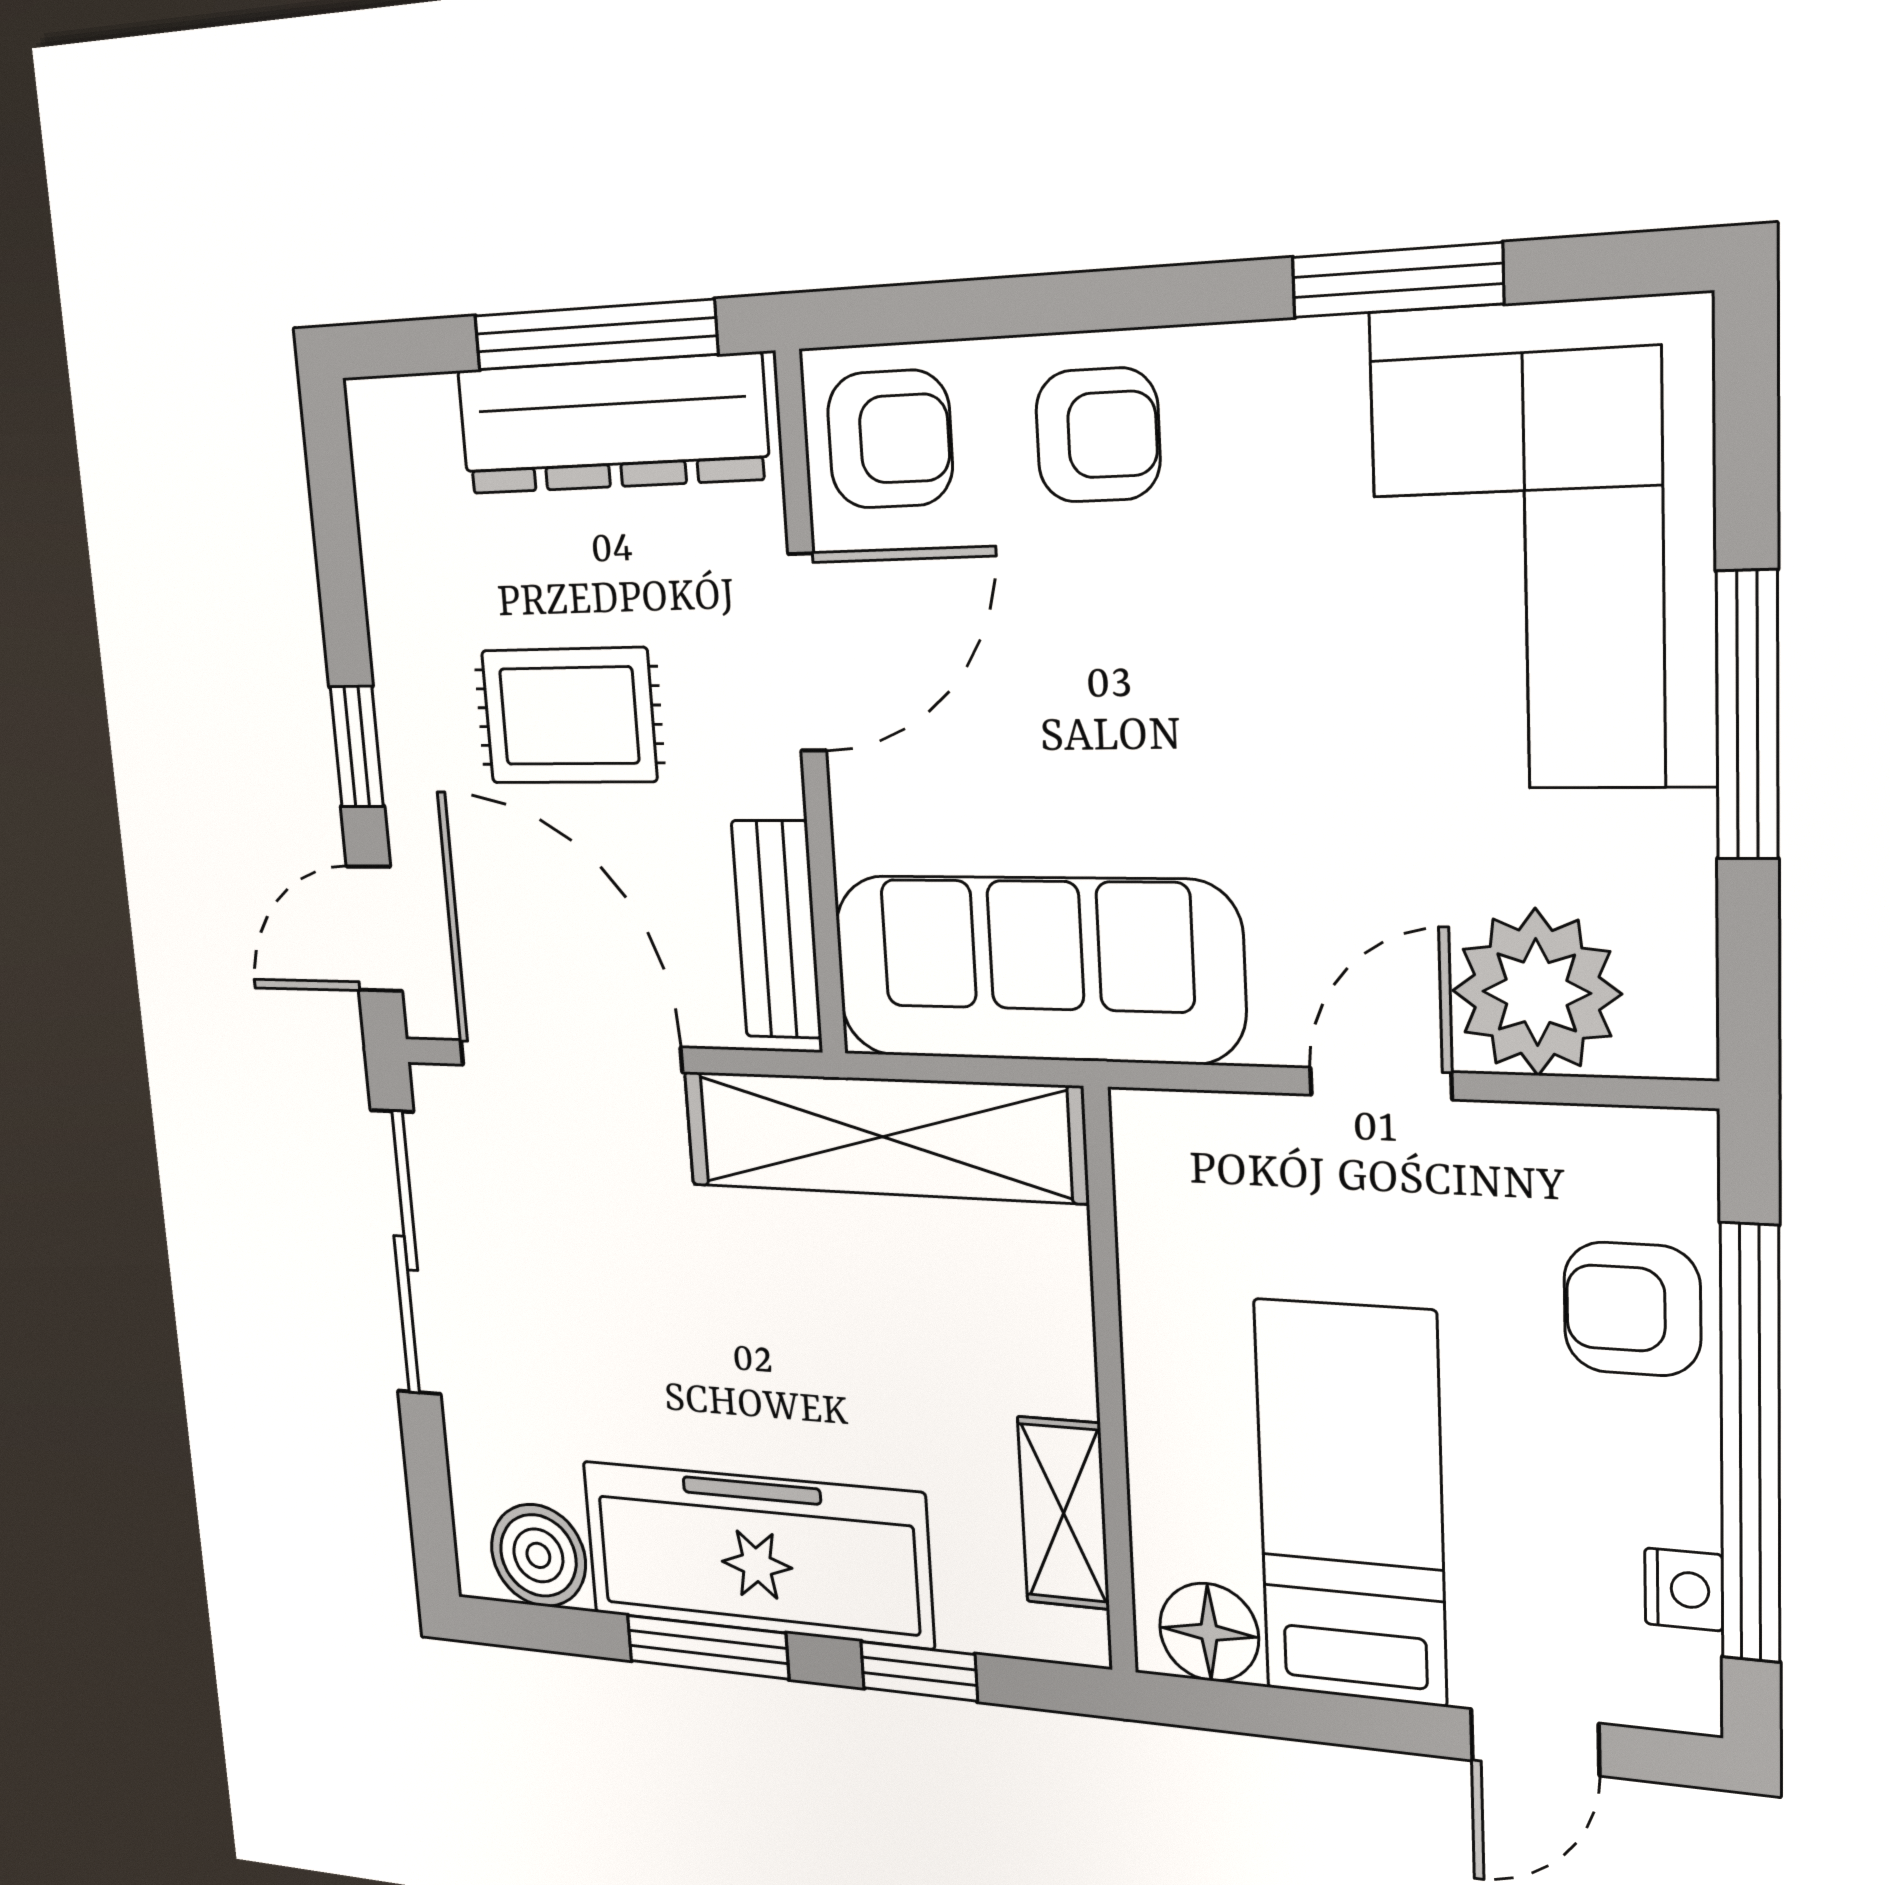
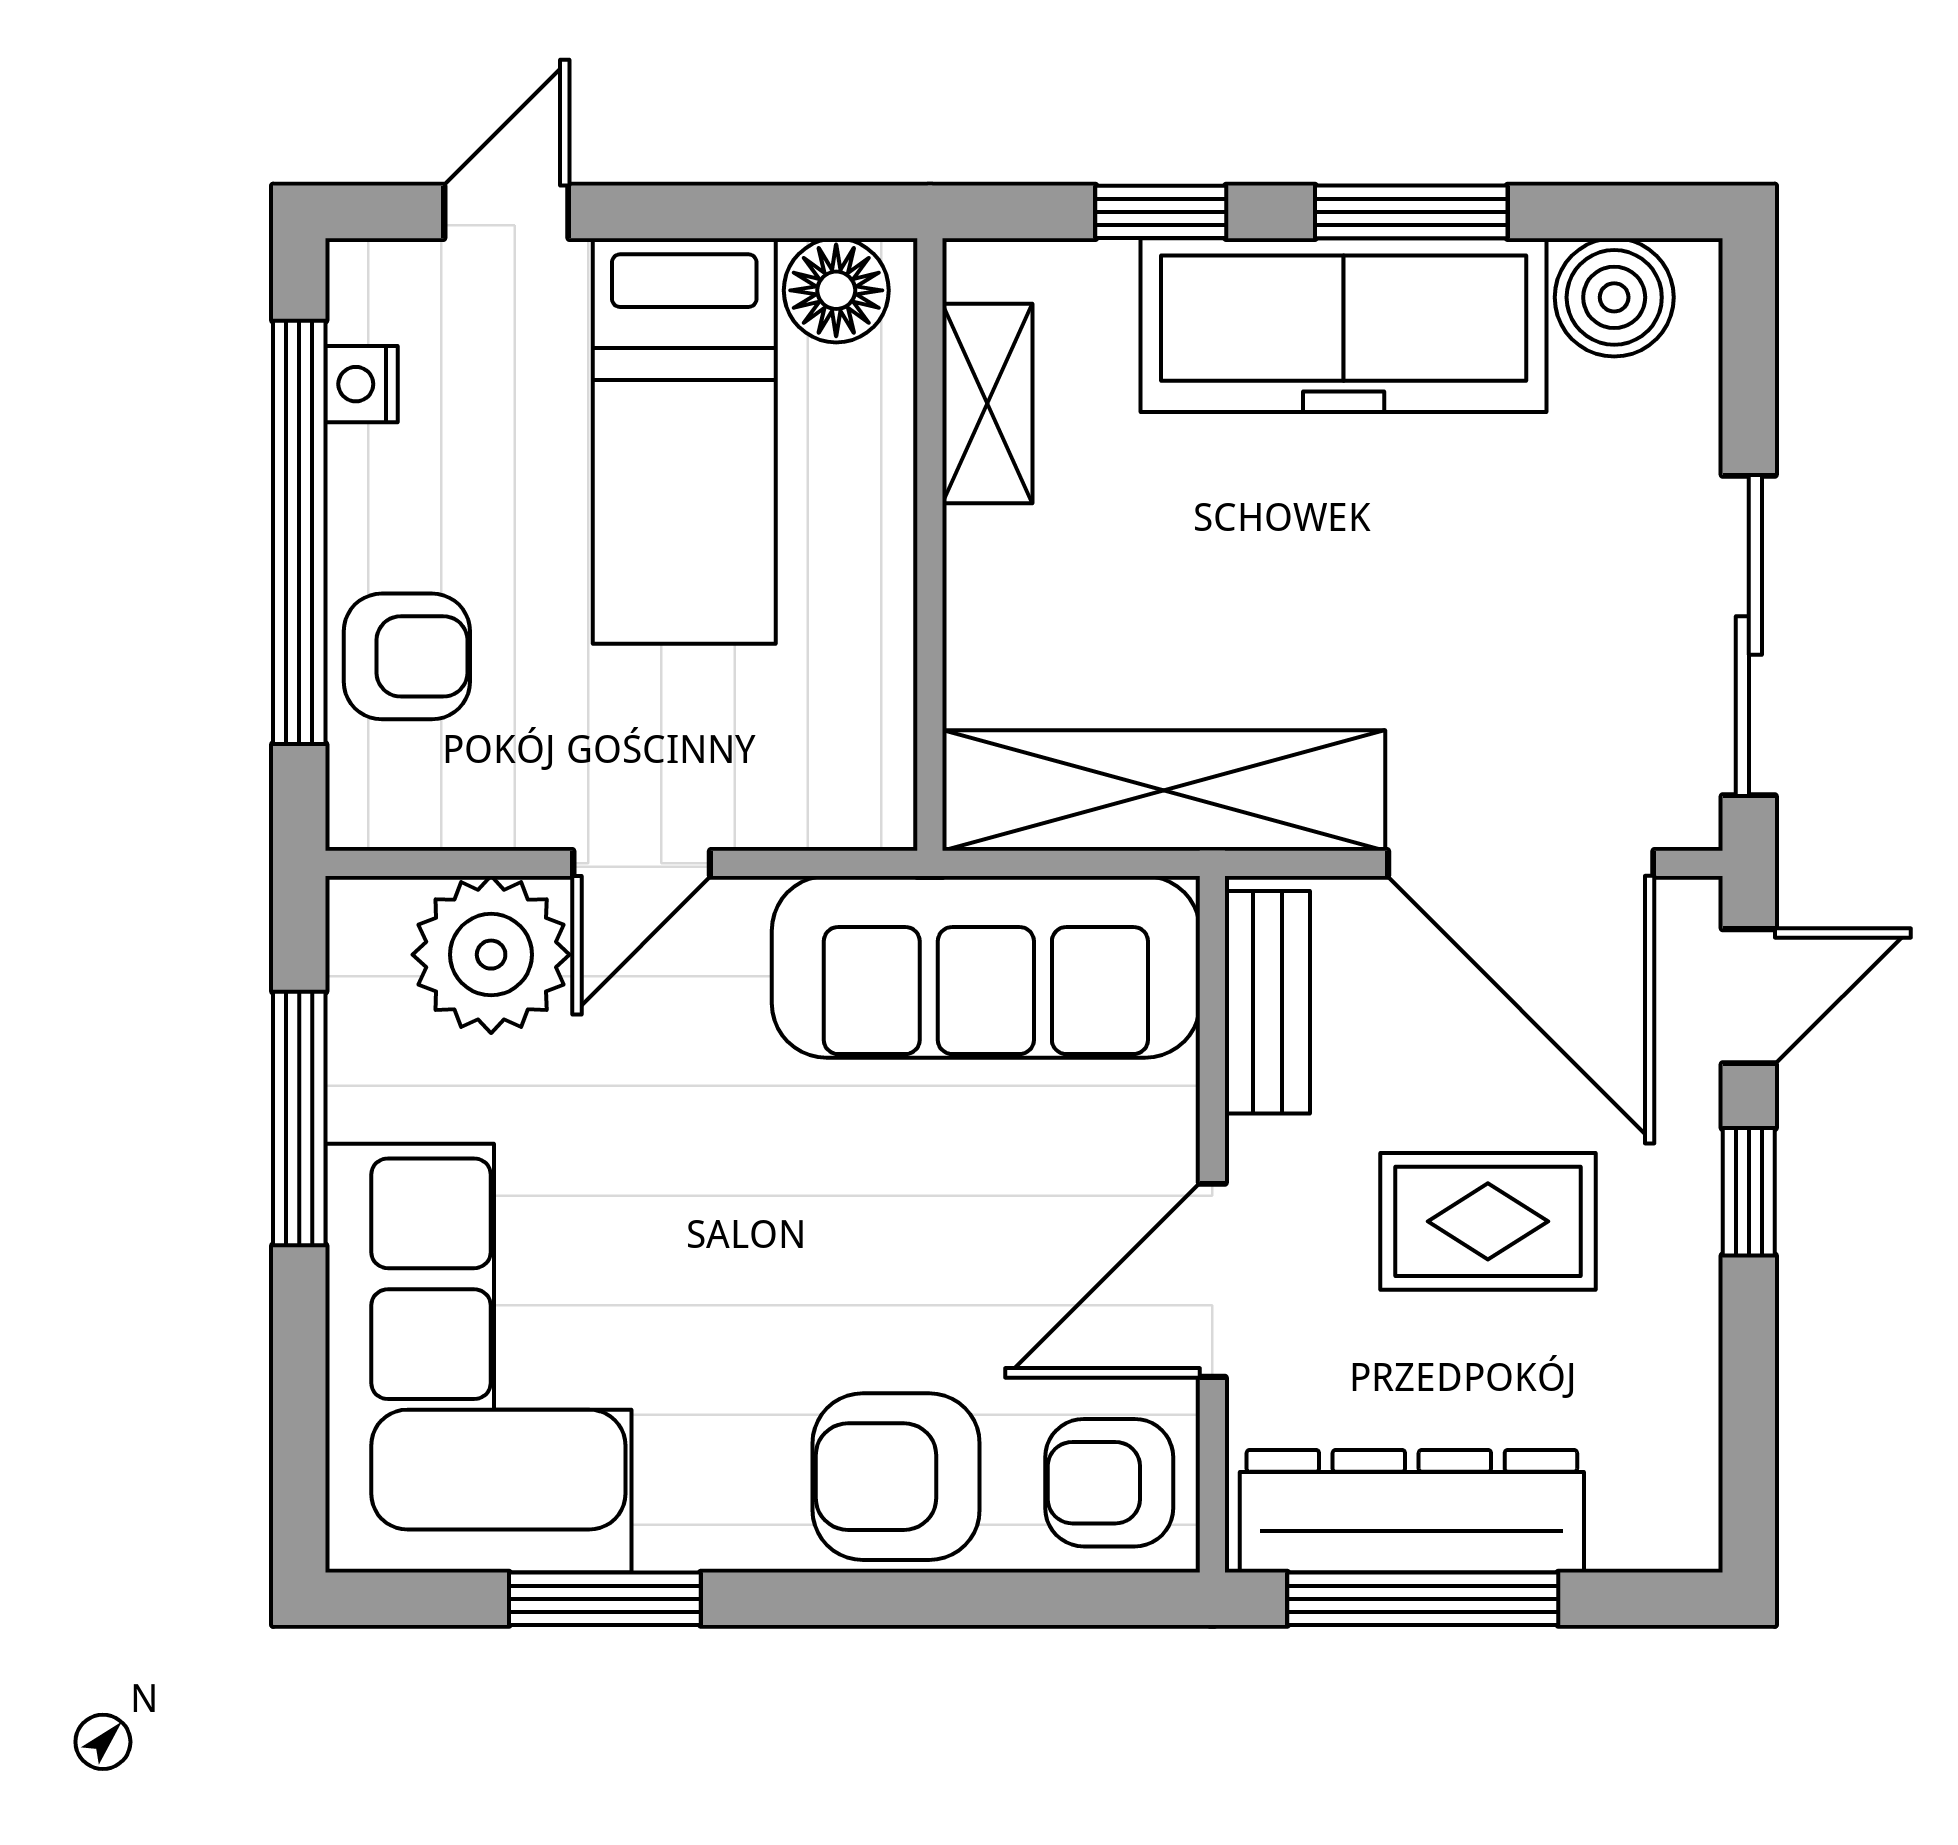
armchair: (1098, 435) -> (896, 1477), width x1.38, depth x1.38
window: (1747, 716) -> (299, 1119), moved

